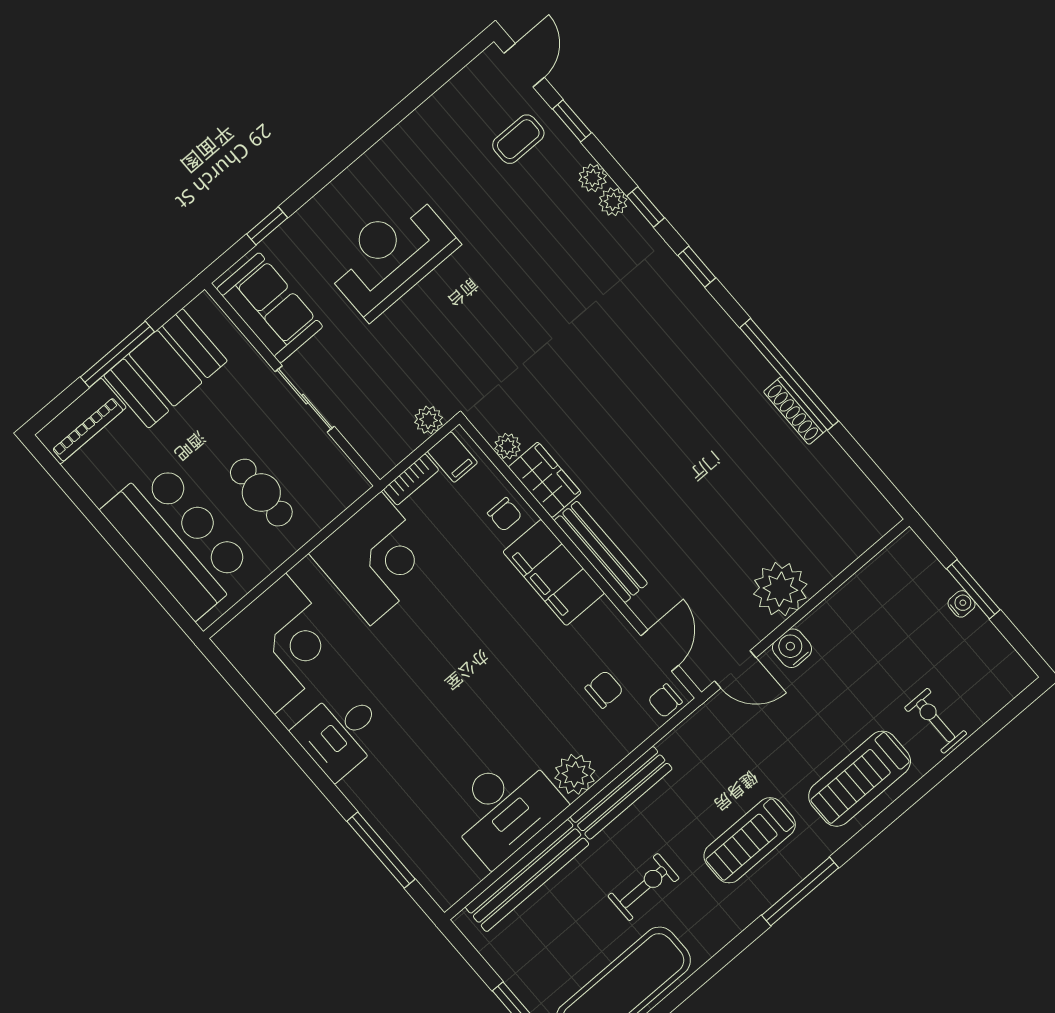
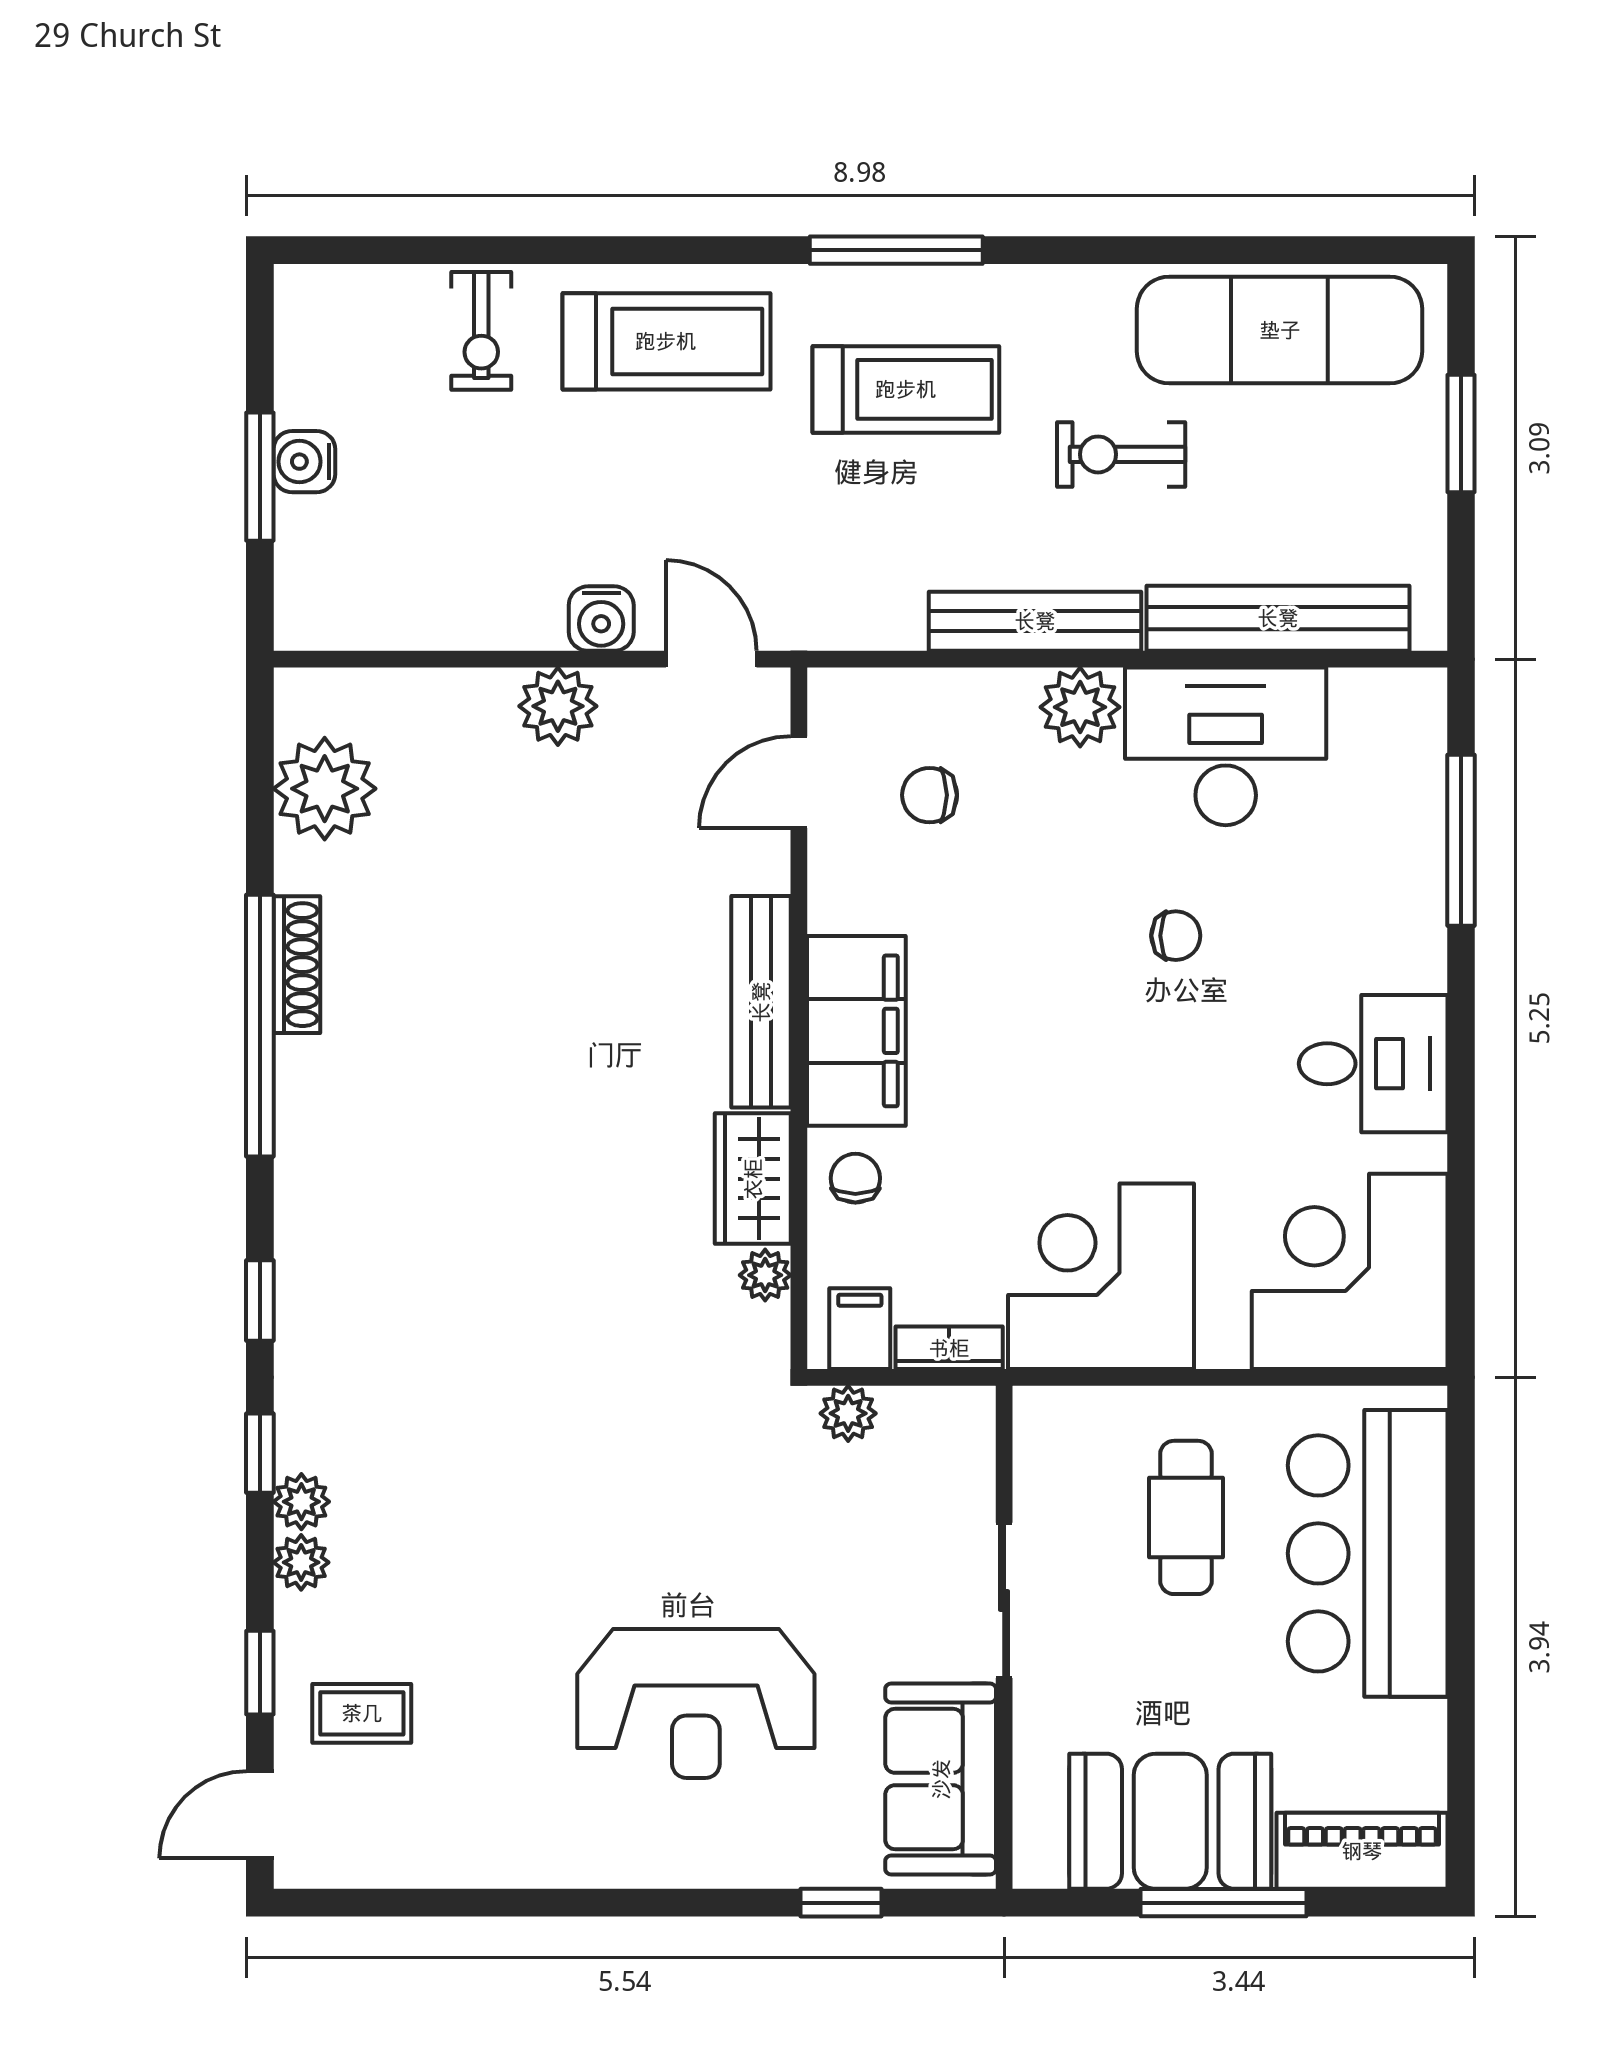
plant: (843, 489) -> (325, 789), added
plant: (780, 589) -> (558, 706), width x0.73, depth x0.73
water cooler: (961, 604) -> (304, 462), width x1.38, depth x1.38
chair: (665, 701) -> (1176, 936), moved

